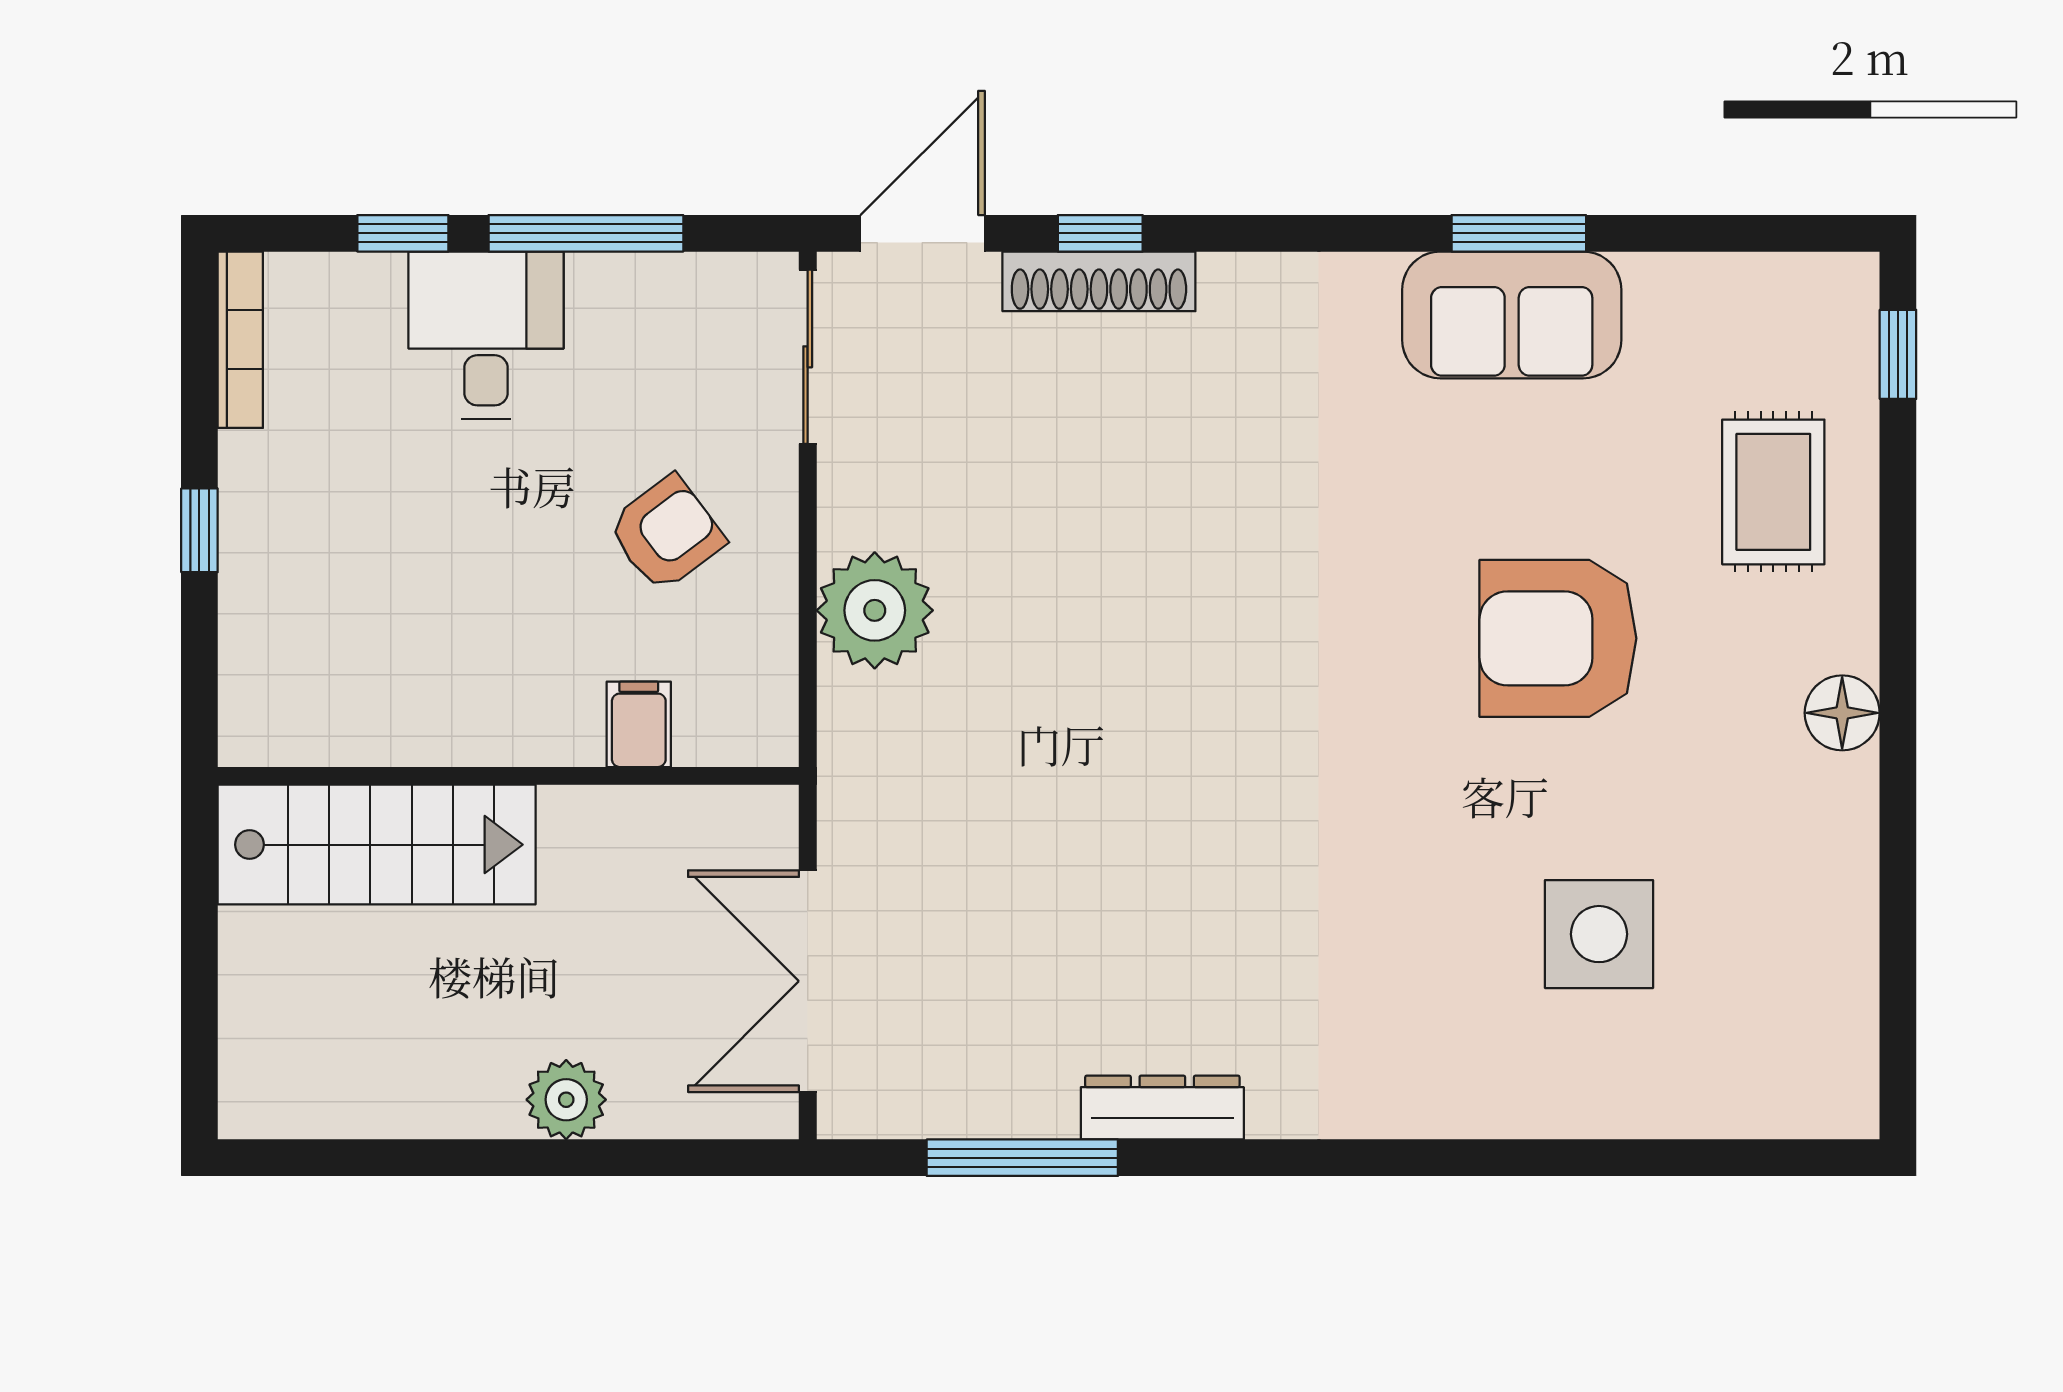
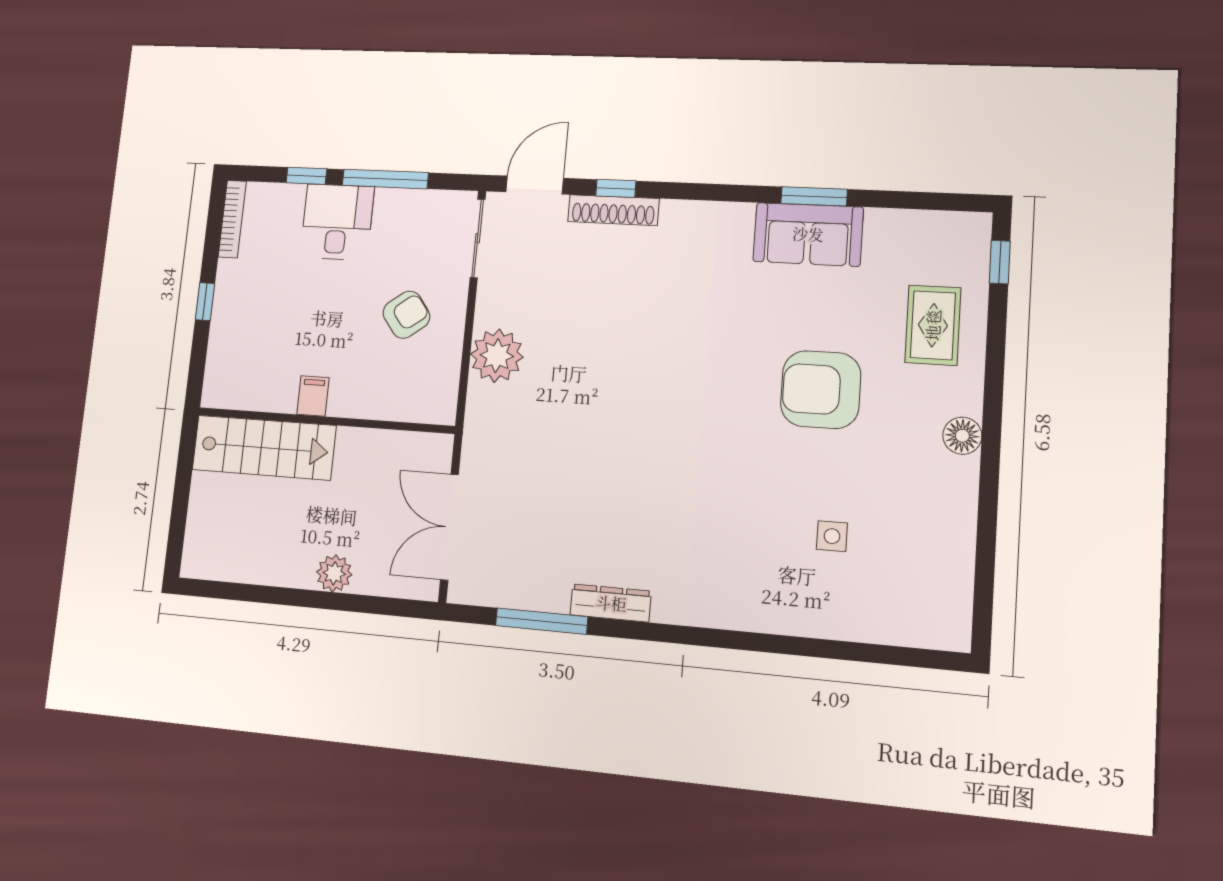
filing cabinet: (639, 724) -> (313, 396), moved
side table: (1599, 934) -> (832, 536), width x0.54, depth x0.54

